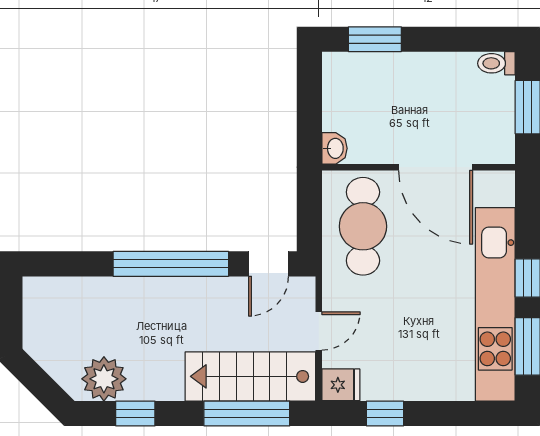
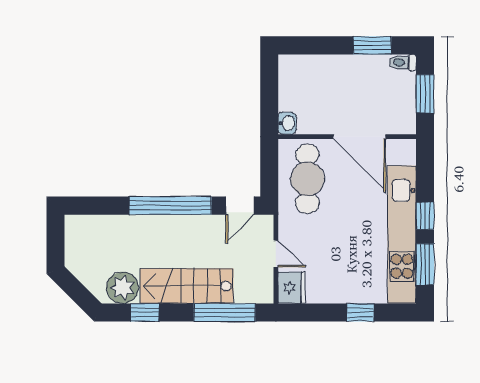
window: (375, 39) -> (372, 45), moved
door: (319, 331) -> (276, 254), hinge flipped
stairs: (250, 376) -> (187, 286), moved
fridge: (341, 385) -> (292, 288), width x1.38
window: (385, 414) -> (360, 312), moved

